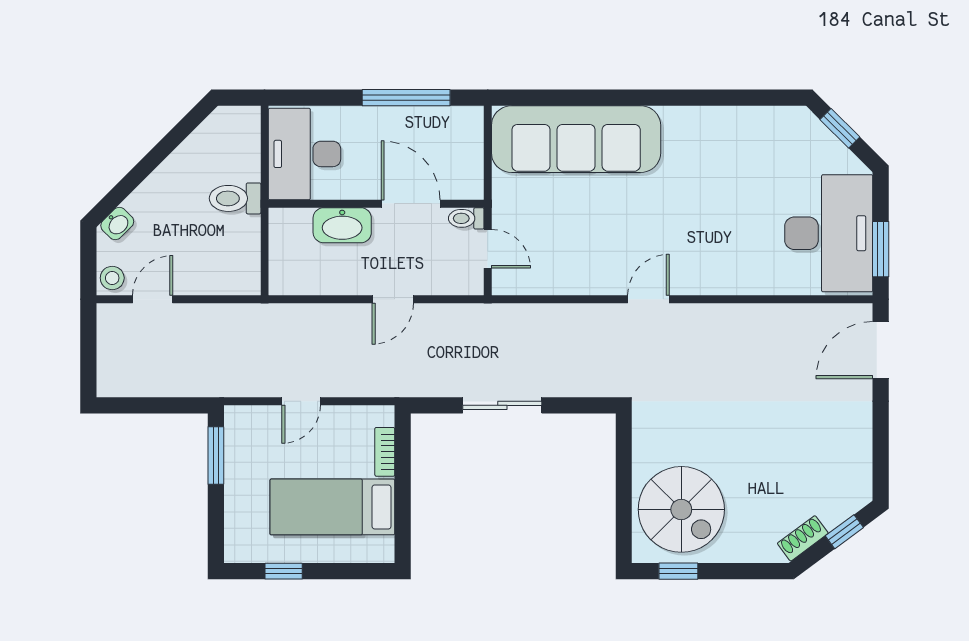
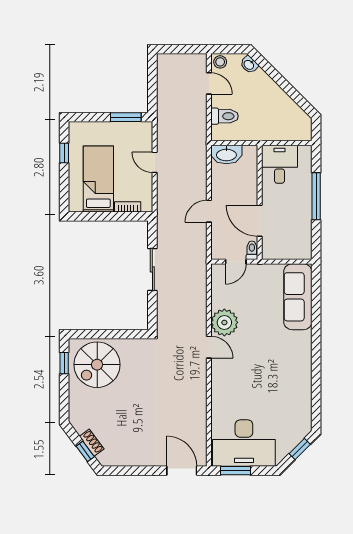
window: (406, 98) -> (316, 196), moved
sofa: (576, 139) -> (298, 297), width x0.74, depth x0.79
desk: (304, 154) -> (279, 164), width x0.73
toilet: (235, 198) -> (225, 116), moved, turned 90
door: (411, 204) -> (260, 221), swing flipped
washbasin: (342, 225) -> (226, 154), moved, turned -90
plant: (602, 270) -> (224, 322), added
door: (393, 299) -> (209, 211), hinge flipped
shoe rack: (803, 538) -> (92, 443), moved

